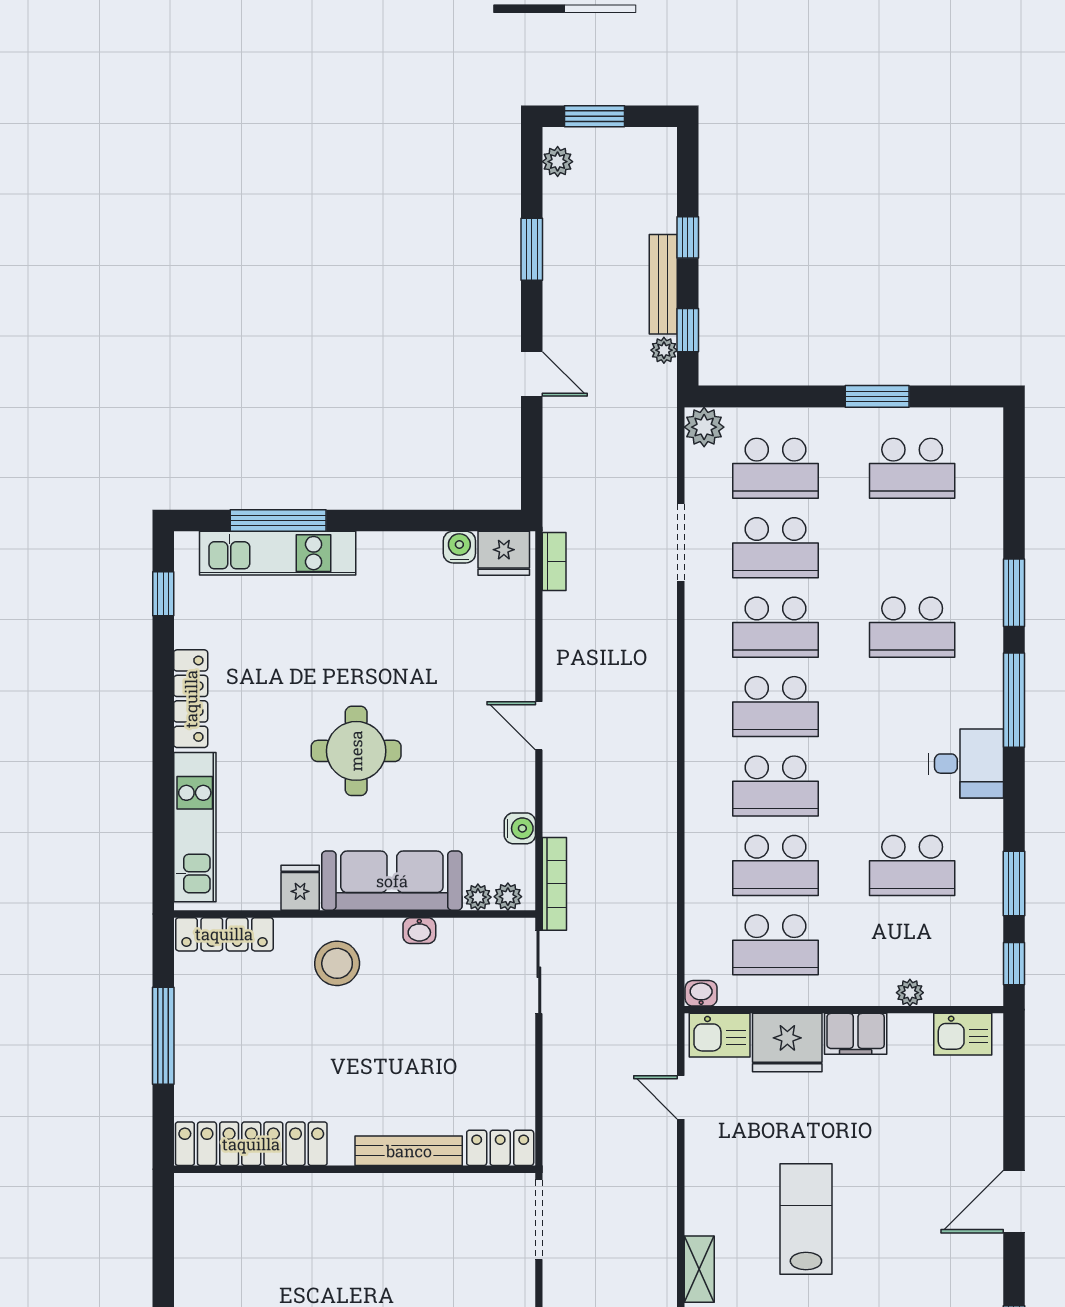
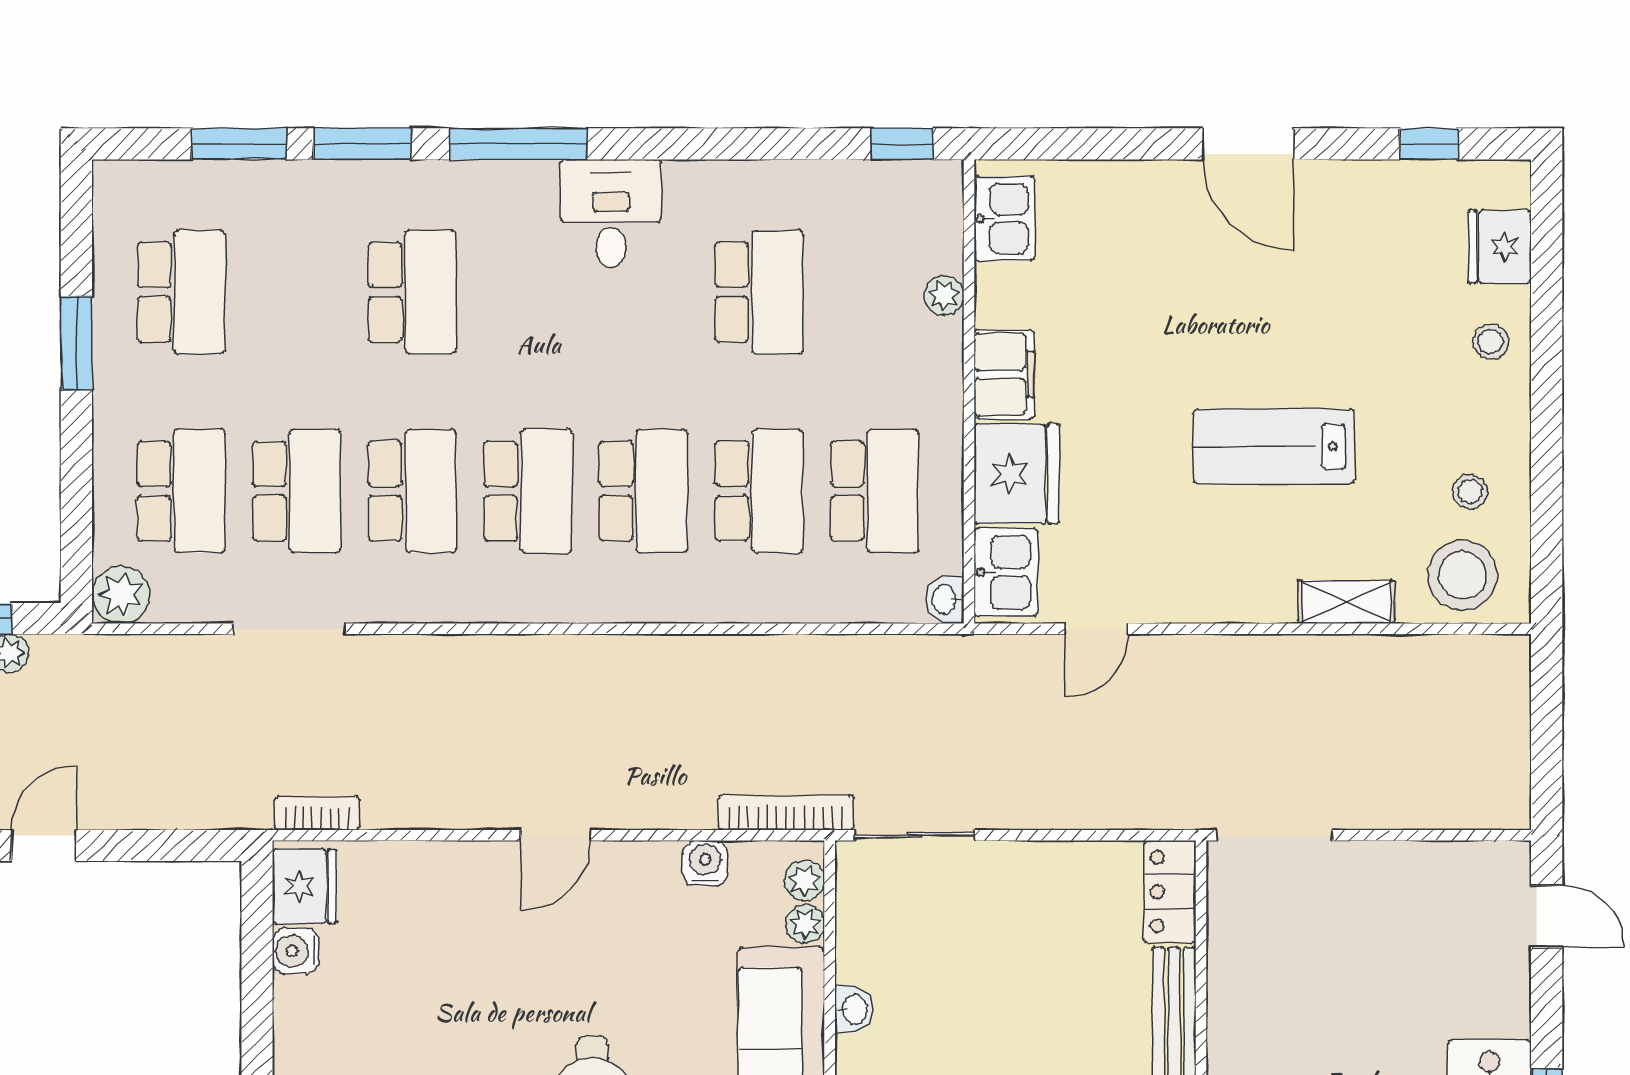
window: (1014, 884) -> (239, 144), moved

